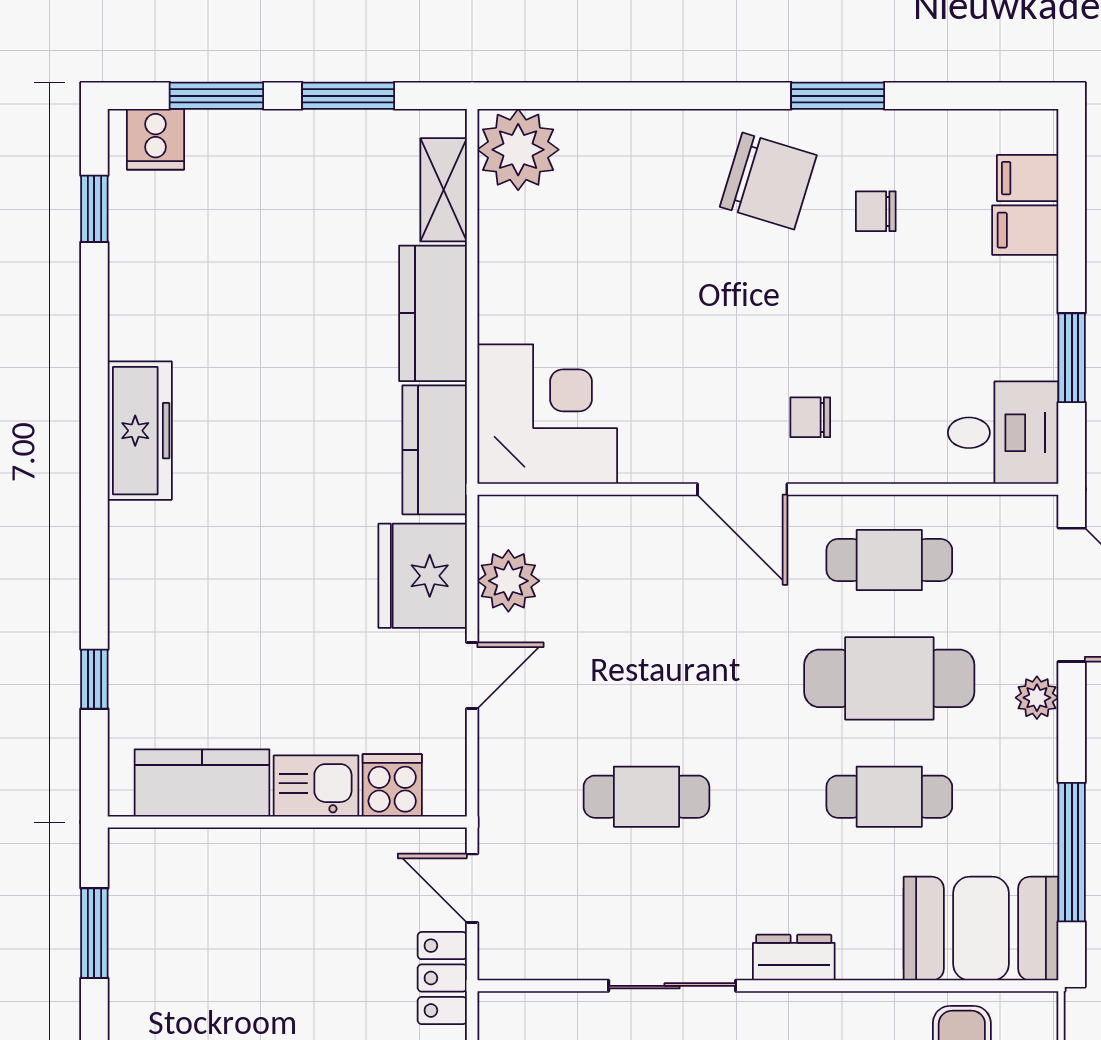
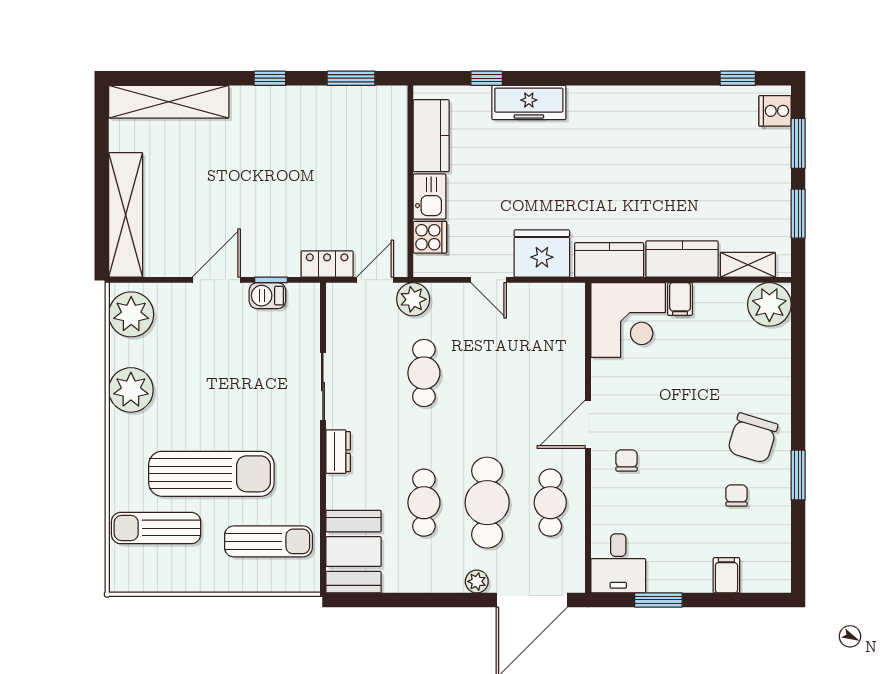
filing cabinet: (1028, 178) -> (680, 299), moved, turned 180
freezer: (140, 431) -> (529, 102), moved
plant: (508, 581) -> (413, 299), moved
window: (1072, 852) -> (394, 600), removed

